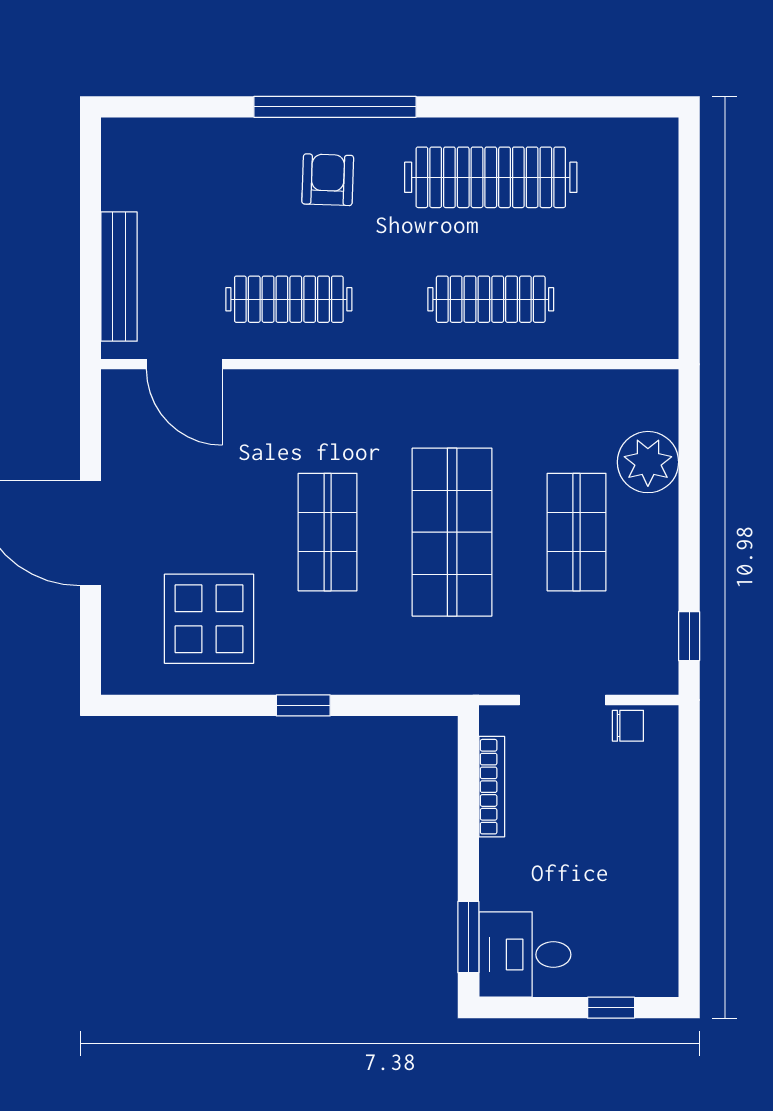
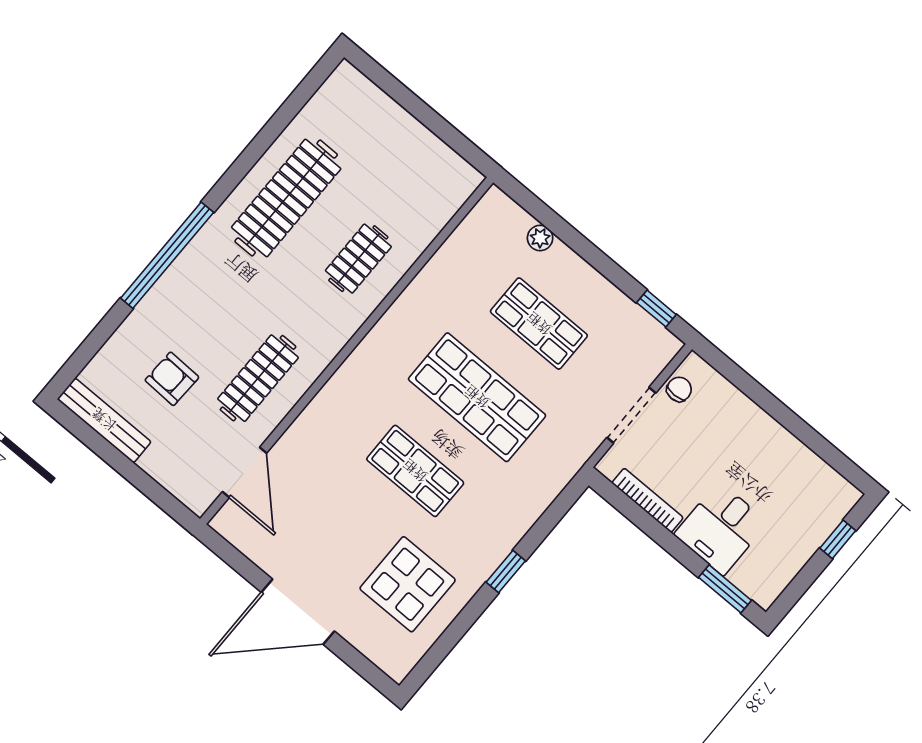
armchair: (328, 180) -> (172, 379), moved
bench: (119, 277) -> (104, 420), moved
clothes rail: (491, 299) -> (358, 259), width x0.73
door: (184, 364) -> (245, 472), hinge flipped
plant: (648, 462) -> (540, 238), width x0.53, depth x0.53
desk: (525, 955) -> (721, 529), moved

